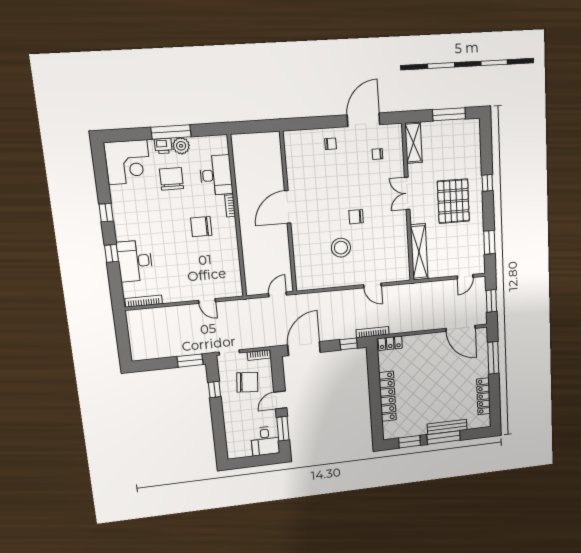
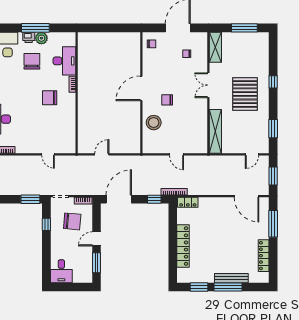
door: (288, 207) -> (141, 88), moved
wall: (288, 213) -> (141, 93), moved
desk: (265, 441) -> (61, 271), moved

